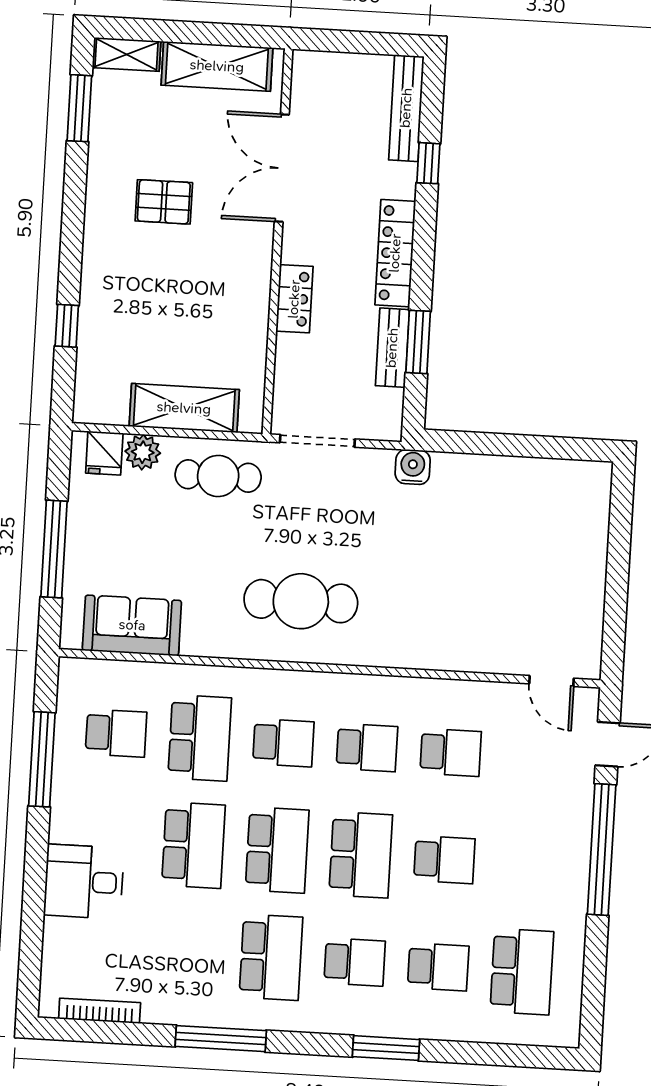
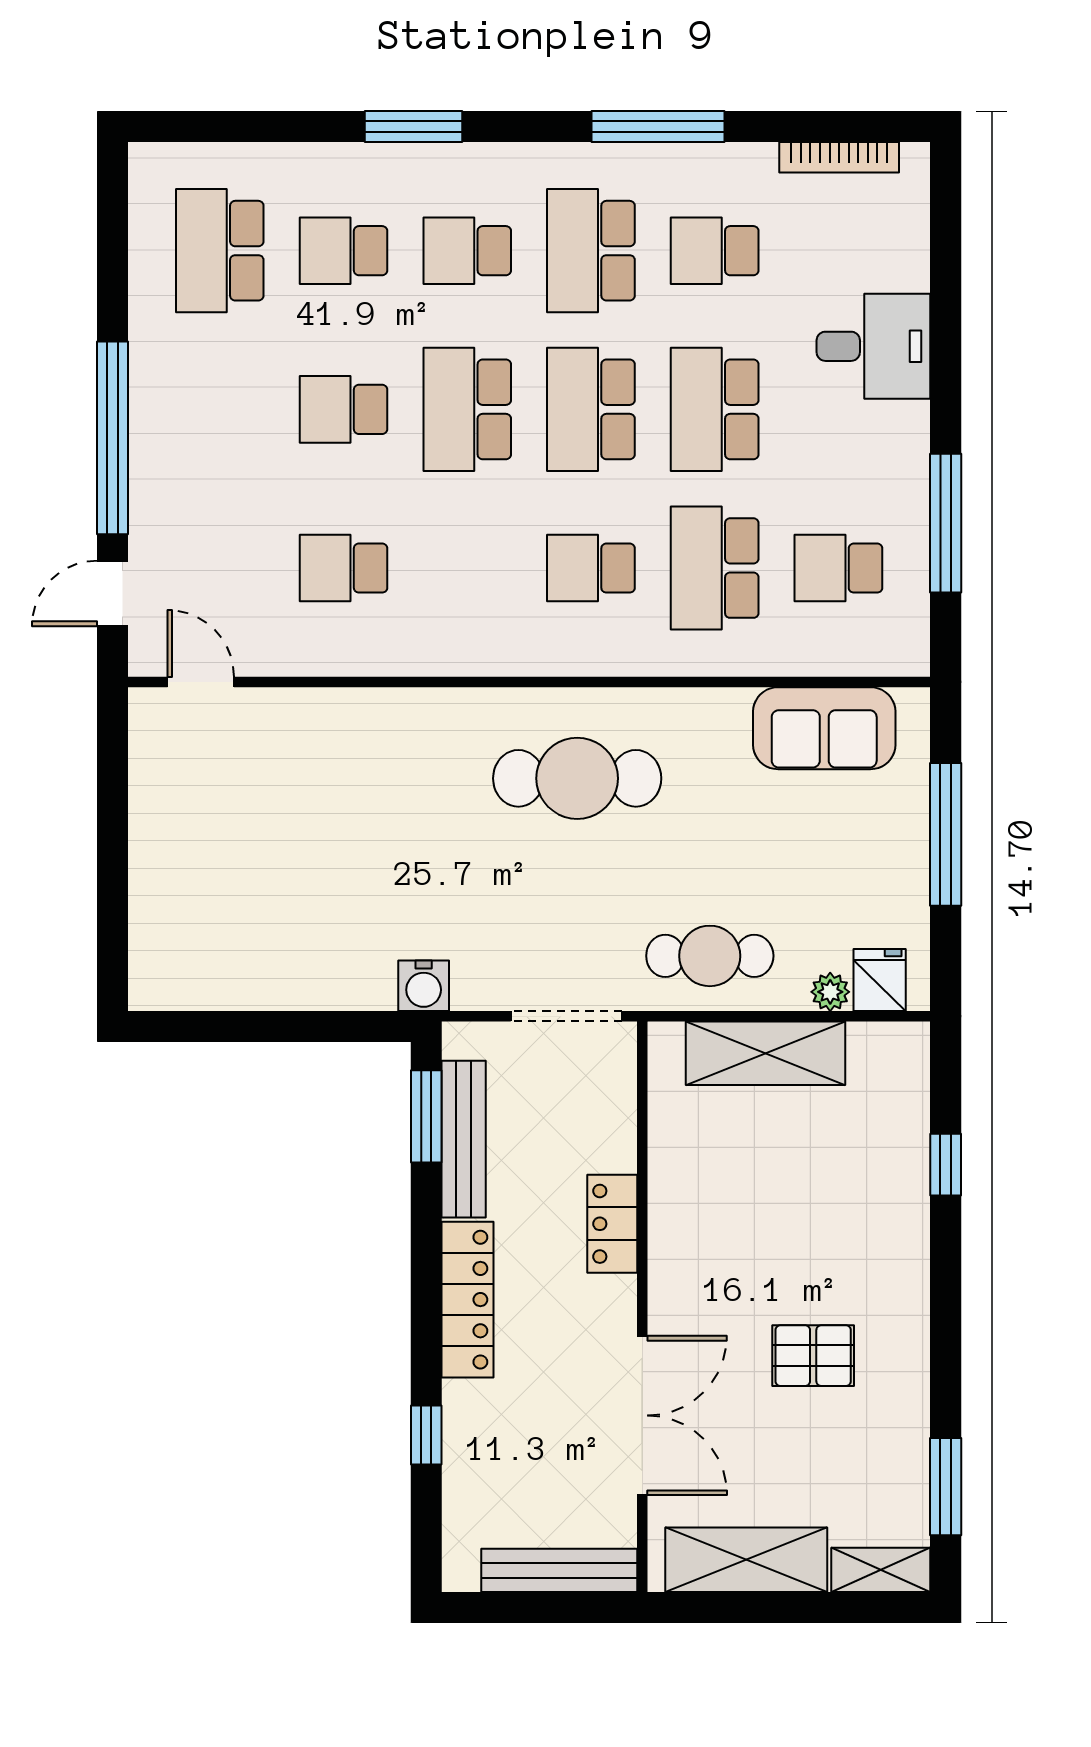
bench: (406, 108) -> (559, 1570), moved, turned 90
window: (418, 342) -> (426, 1116), moved
bench: (392, 348) -> (464, 1139), width x1.36
plant: (143, 452) -> (830, 992), width x0.73, depth x0.73
school desk: (367, 748) -> (715, 251), moved

